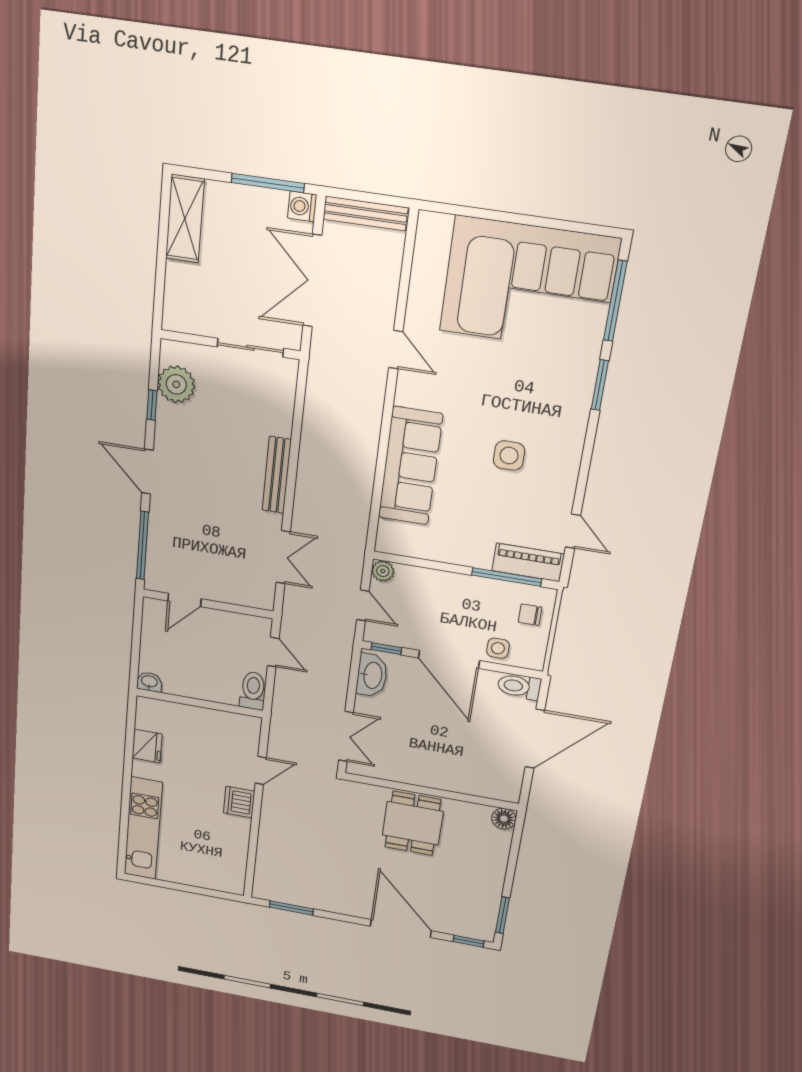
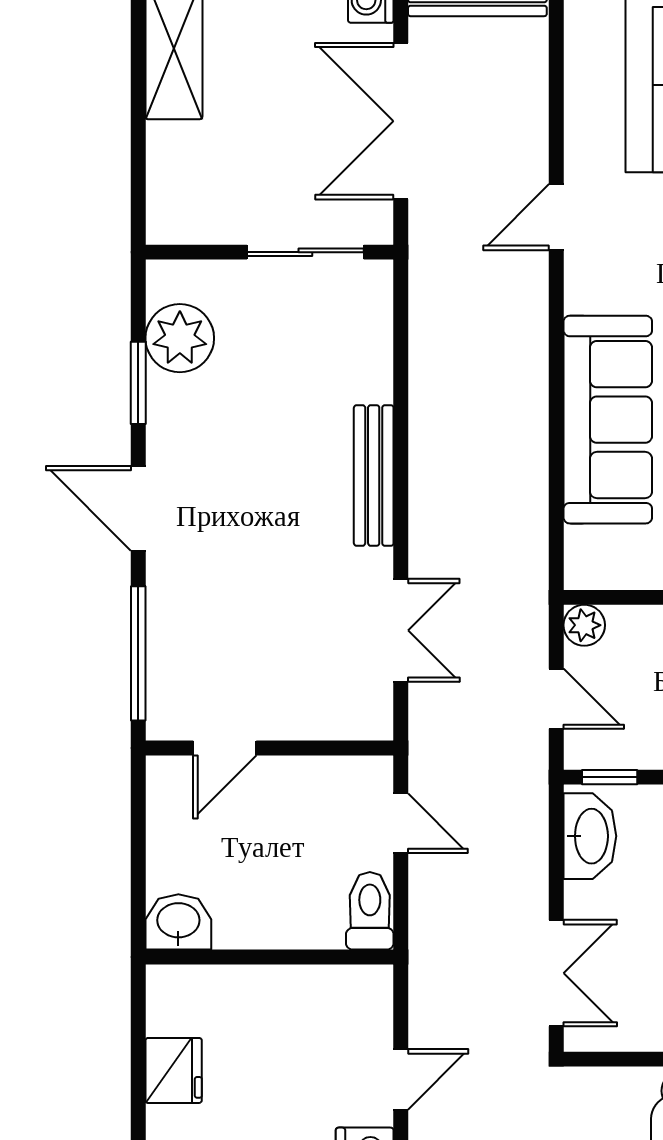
door: (396, 350) -> (556, 217), swing flipped
window: (152, 405) -> (138, 383), width x1.50
washbasin: (149, 682) -> (178, 922), width x1.38, depth x1.45

